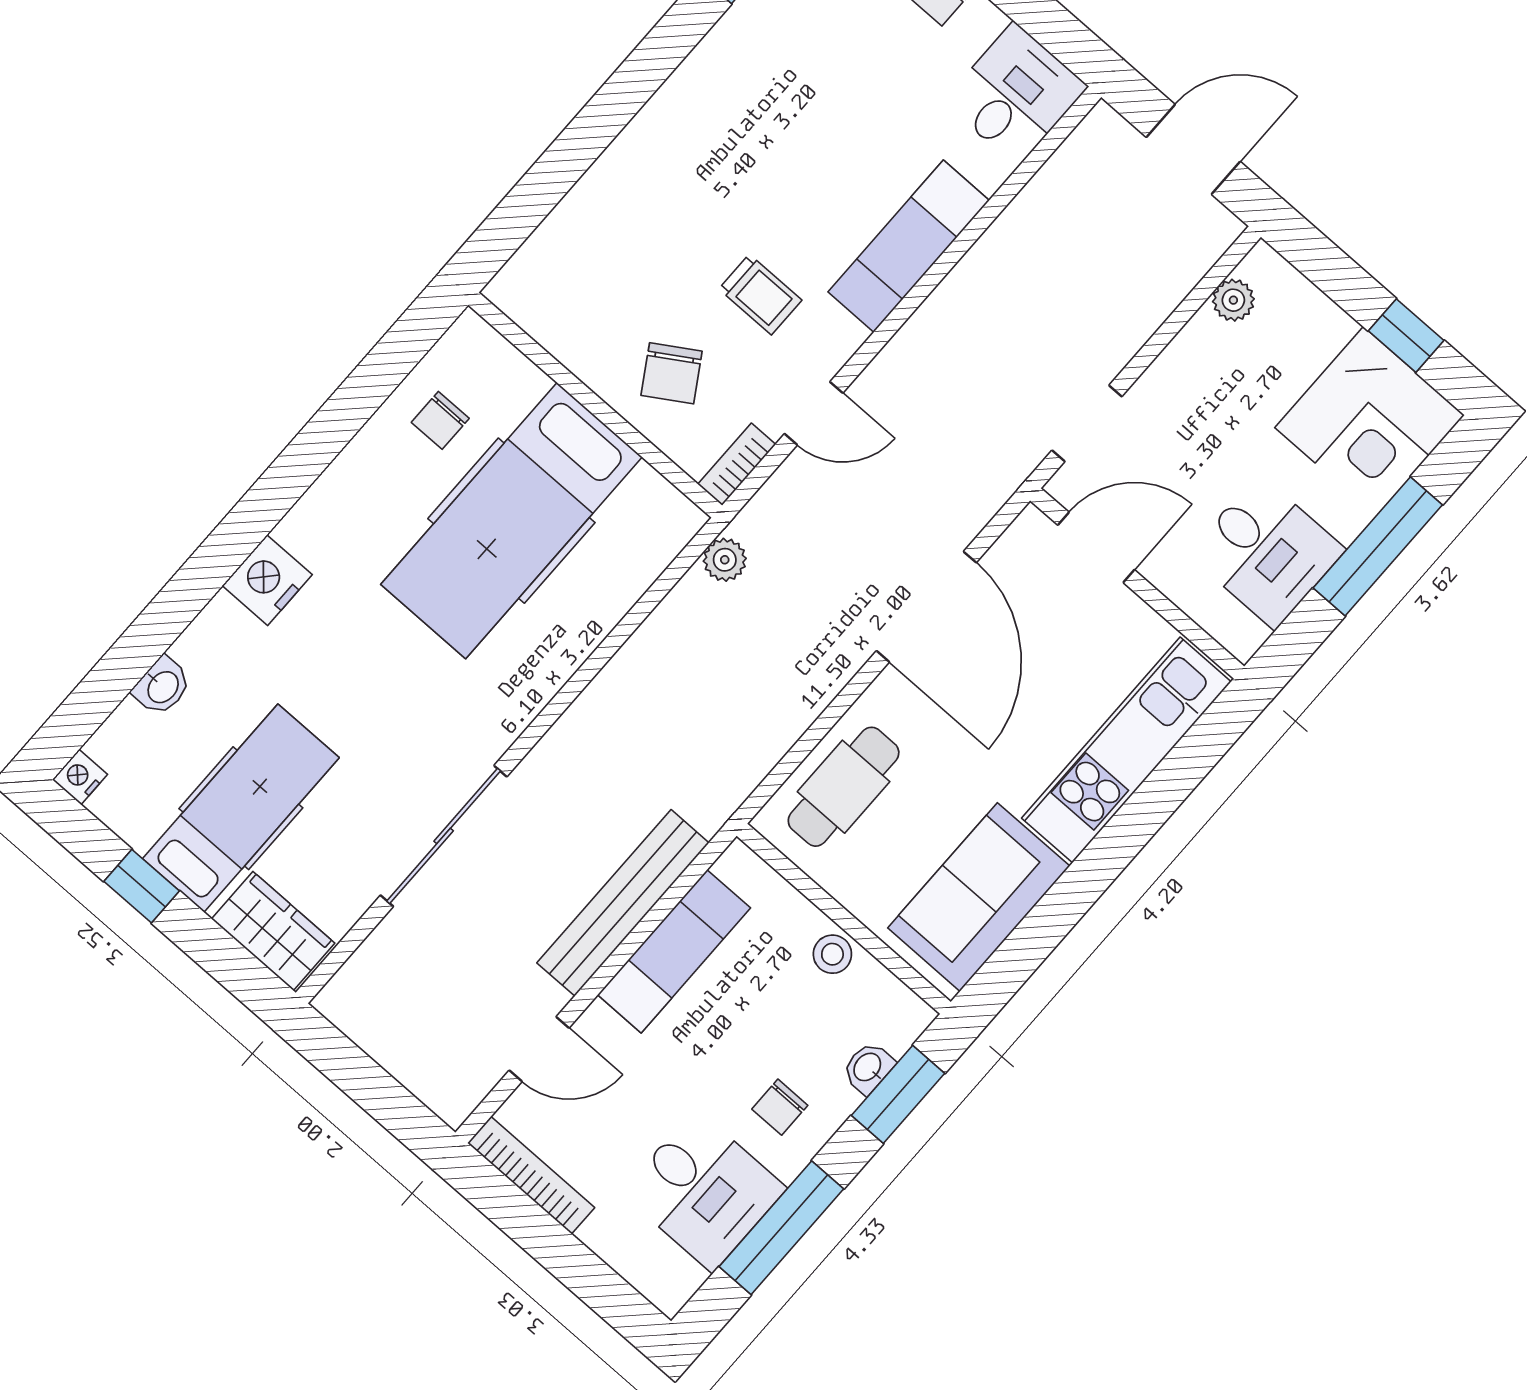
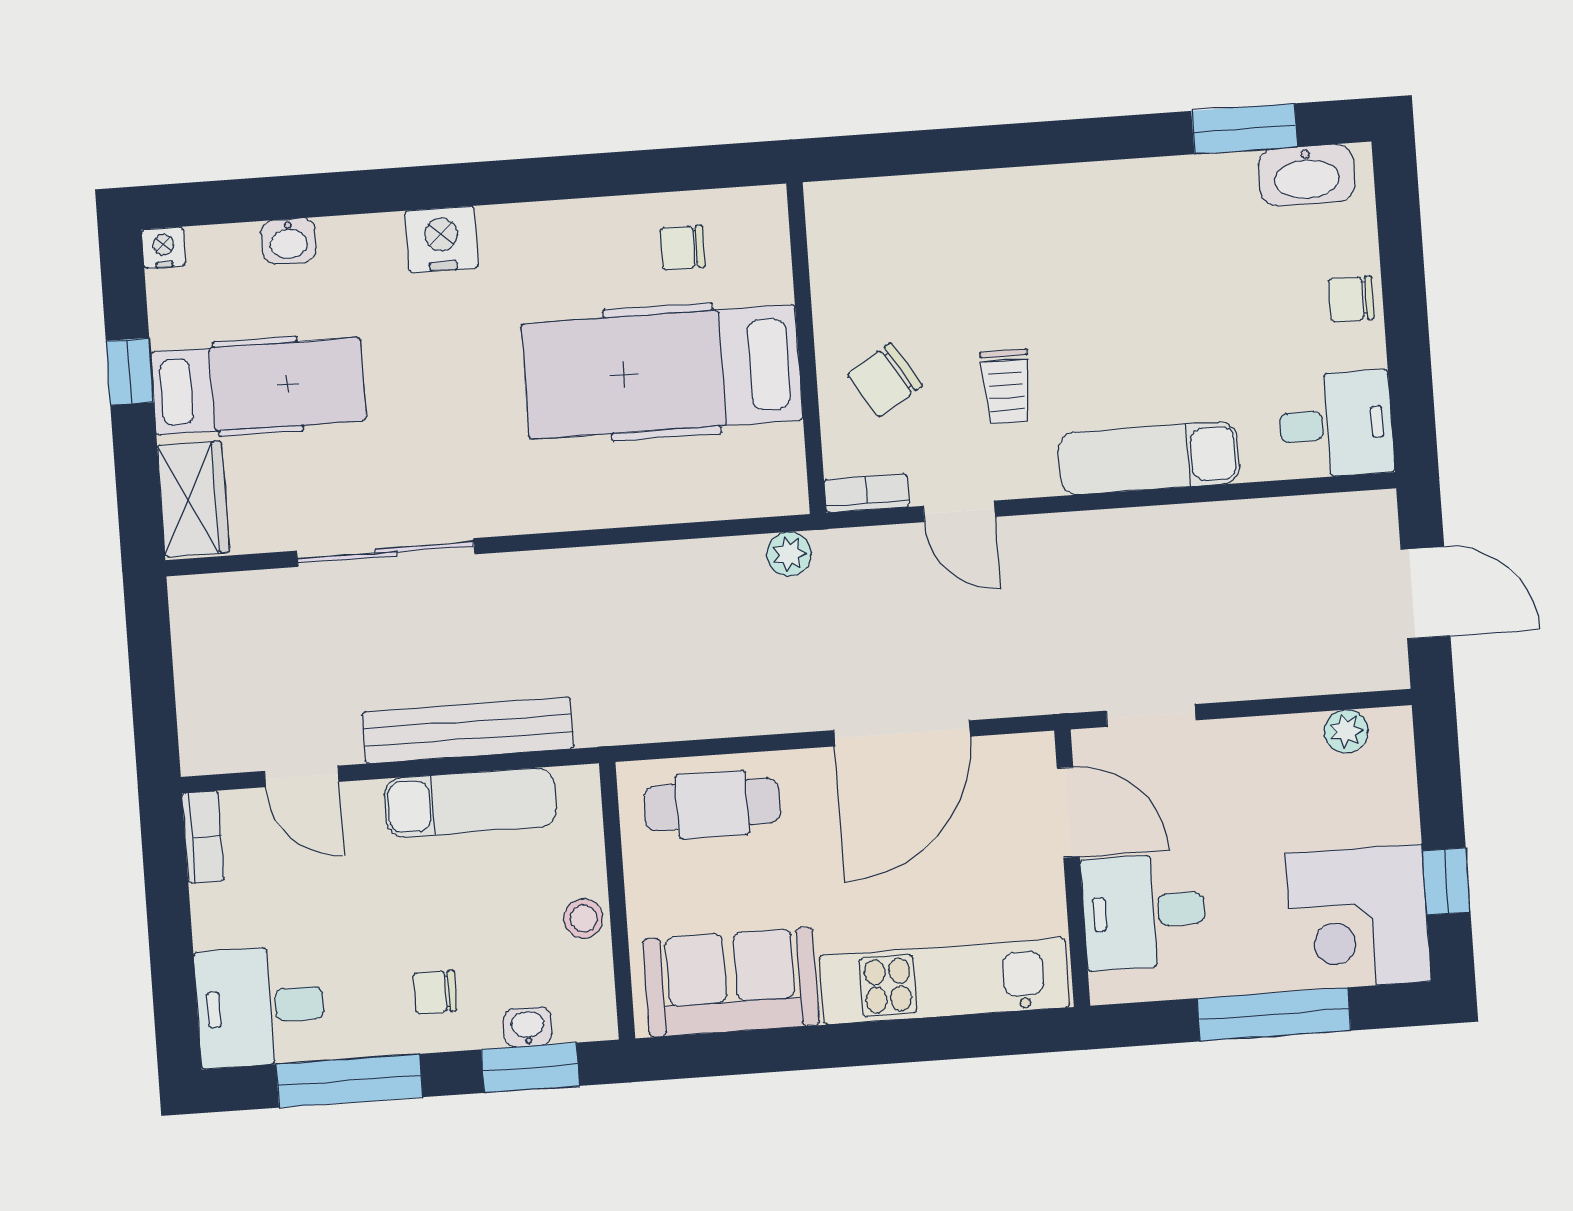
desk: (1267, 552) -> (1144, 911), moved, turned 90
bookcase: (531, 1175) -> (203, 837), width x0.64
desk: (704, 1190) -> (260, 1007), moved, turned 90

